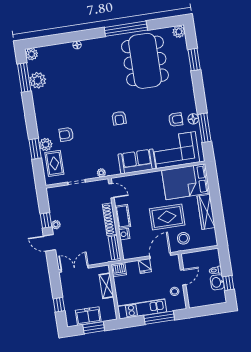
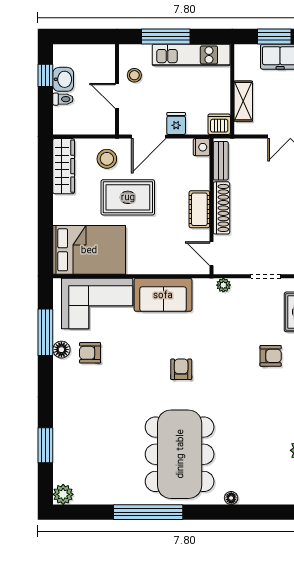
dining table: (145, 61) -> (180, 454), moved
wardrobe: (206, 212) -> (64, 166), moved
nightstand: (124, 234) -> (201, 147), moved
door: (183, 277) -> (117, 96), hinge flipped

